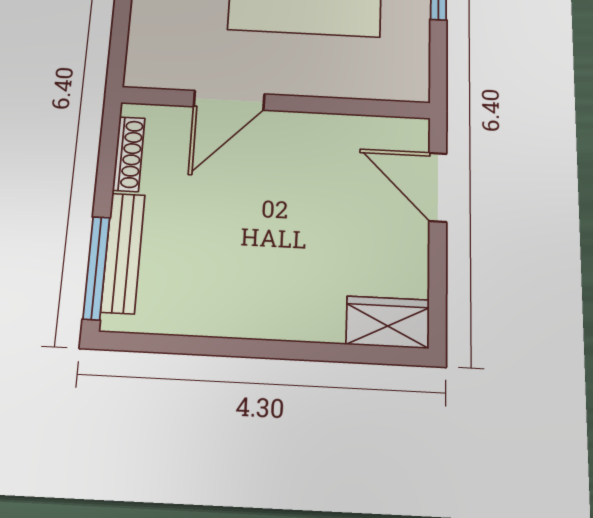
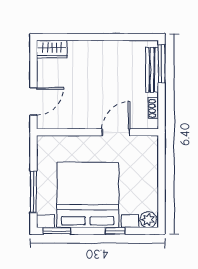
shoe rack: (129, 154) -> (153, 108), width x0.70
door: (438, 187) -> (33, 101), hinge flipped

